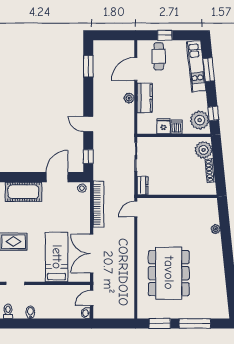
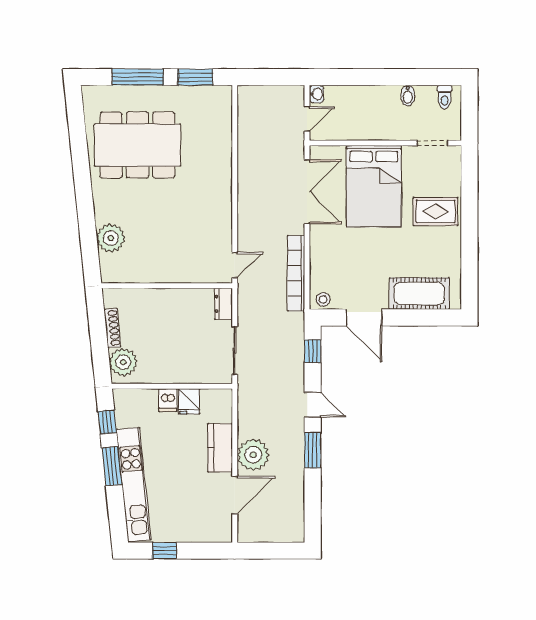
window: (165, 35) -> (165, 551), moved
cafe table: (159, 56) -> (197, 516), removed
window: (88, 66) -> (313, 450), moved
kitchen unit: (196, 66) -> (134, 485), width x1.36
window: (209, 70) -> (112, 466), moved
plant: (129, 98) -> (253, 455), width x1.88, depth x1.88
plant: (200, 120) -> (130, 411), removed
door: (57, 177) -> (364, 317), hinge flipped
plant: (216, 229) -> (111, 238), width x1.87, depth x1.87
bed: (57, 257) -> (374, 186), width x1.50
dining table: (169, 273) -> (137, 145), moved, turned 90

